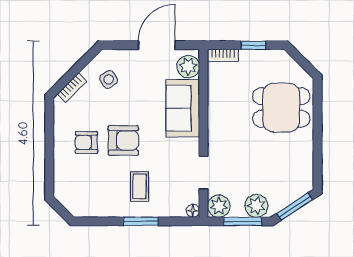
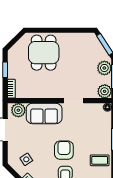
doorway: (203, 173) -> (73, 101), moved
coffee table: (140, 186) -> (100, 160), moved

